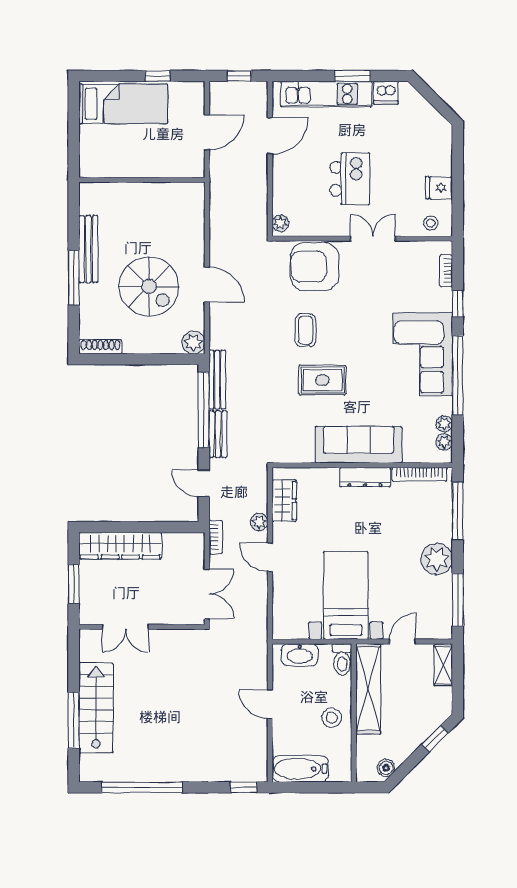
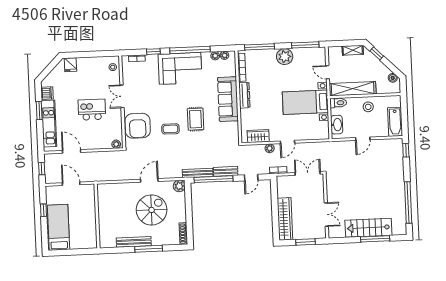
fridge: (439, 188) -> (70, 65), moved
shelving: (443, 665) -> (353, 50), moved

